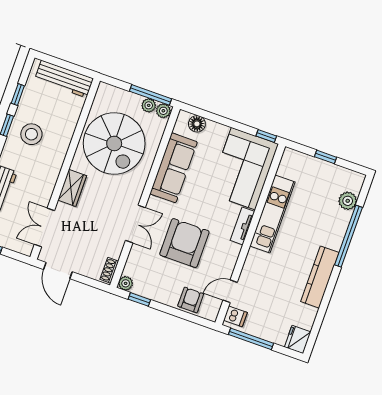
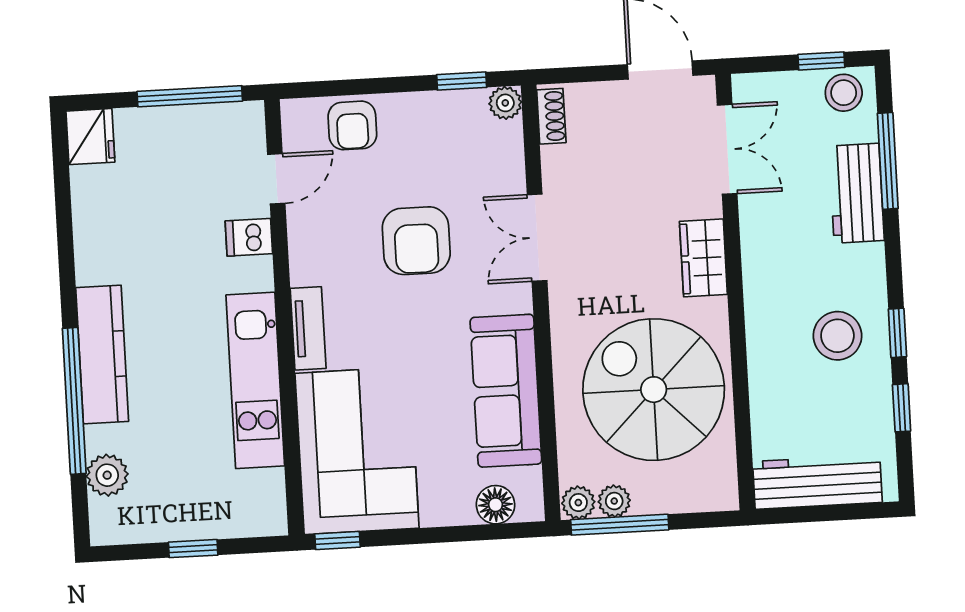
armchair: (184, 243) -> (416, 241), width x0.73, depth x0.73
kitchen counter: (320, 277) -> (102, 354), moved
dishwasher: (235, 316) -> (249, 237), moved

